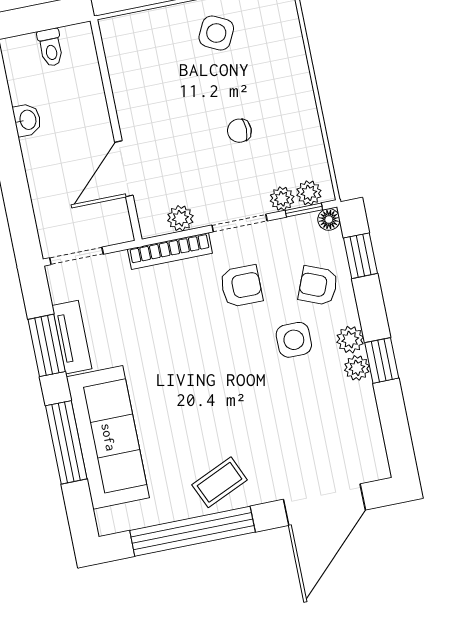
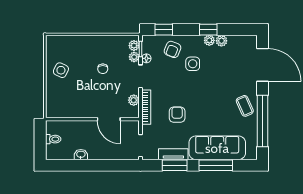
floor lamp: (329, 219) -> (146, 58), moved
armchair: (241, 286) -> (177, 115), moved
plant: (350, 340) -> (221, 41), moved

